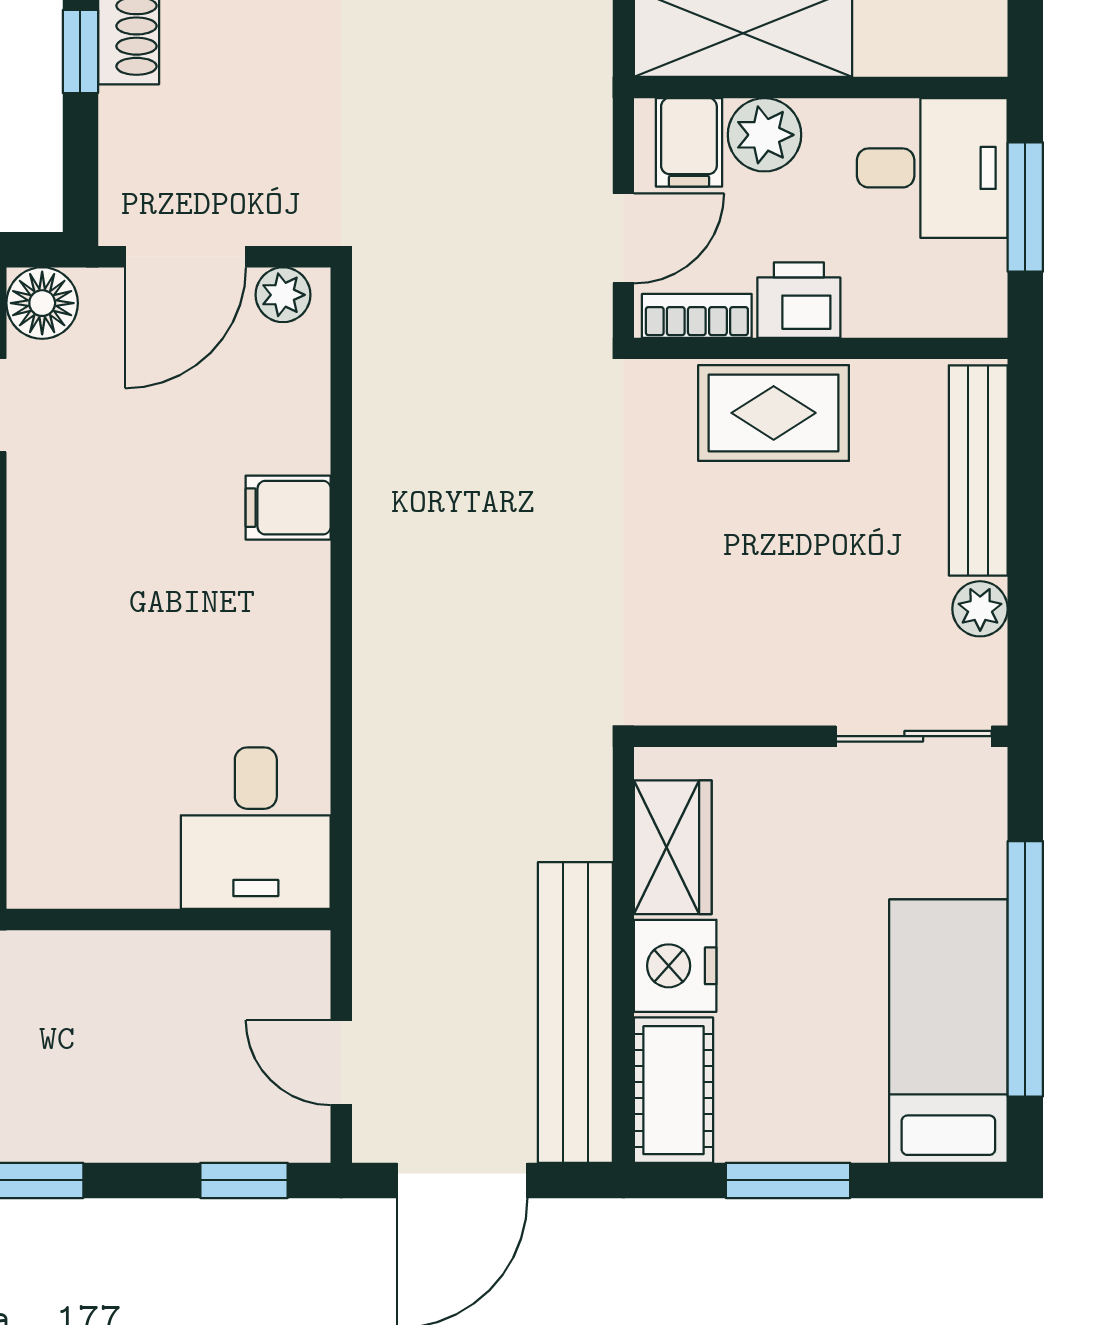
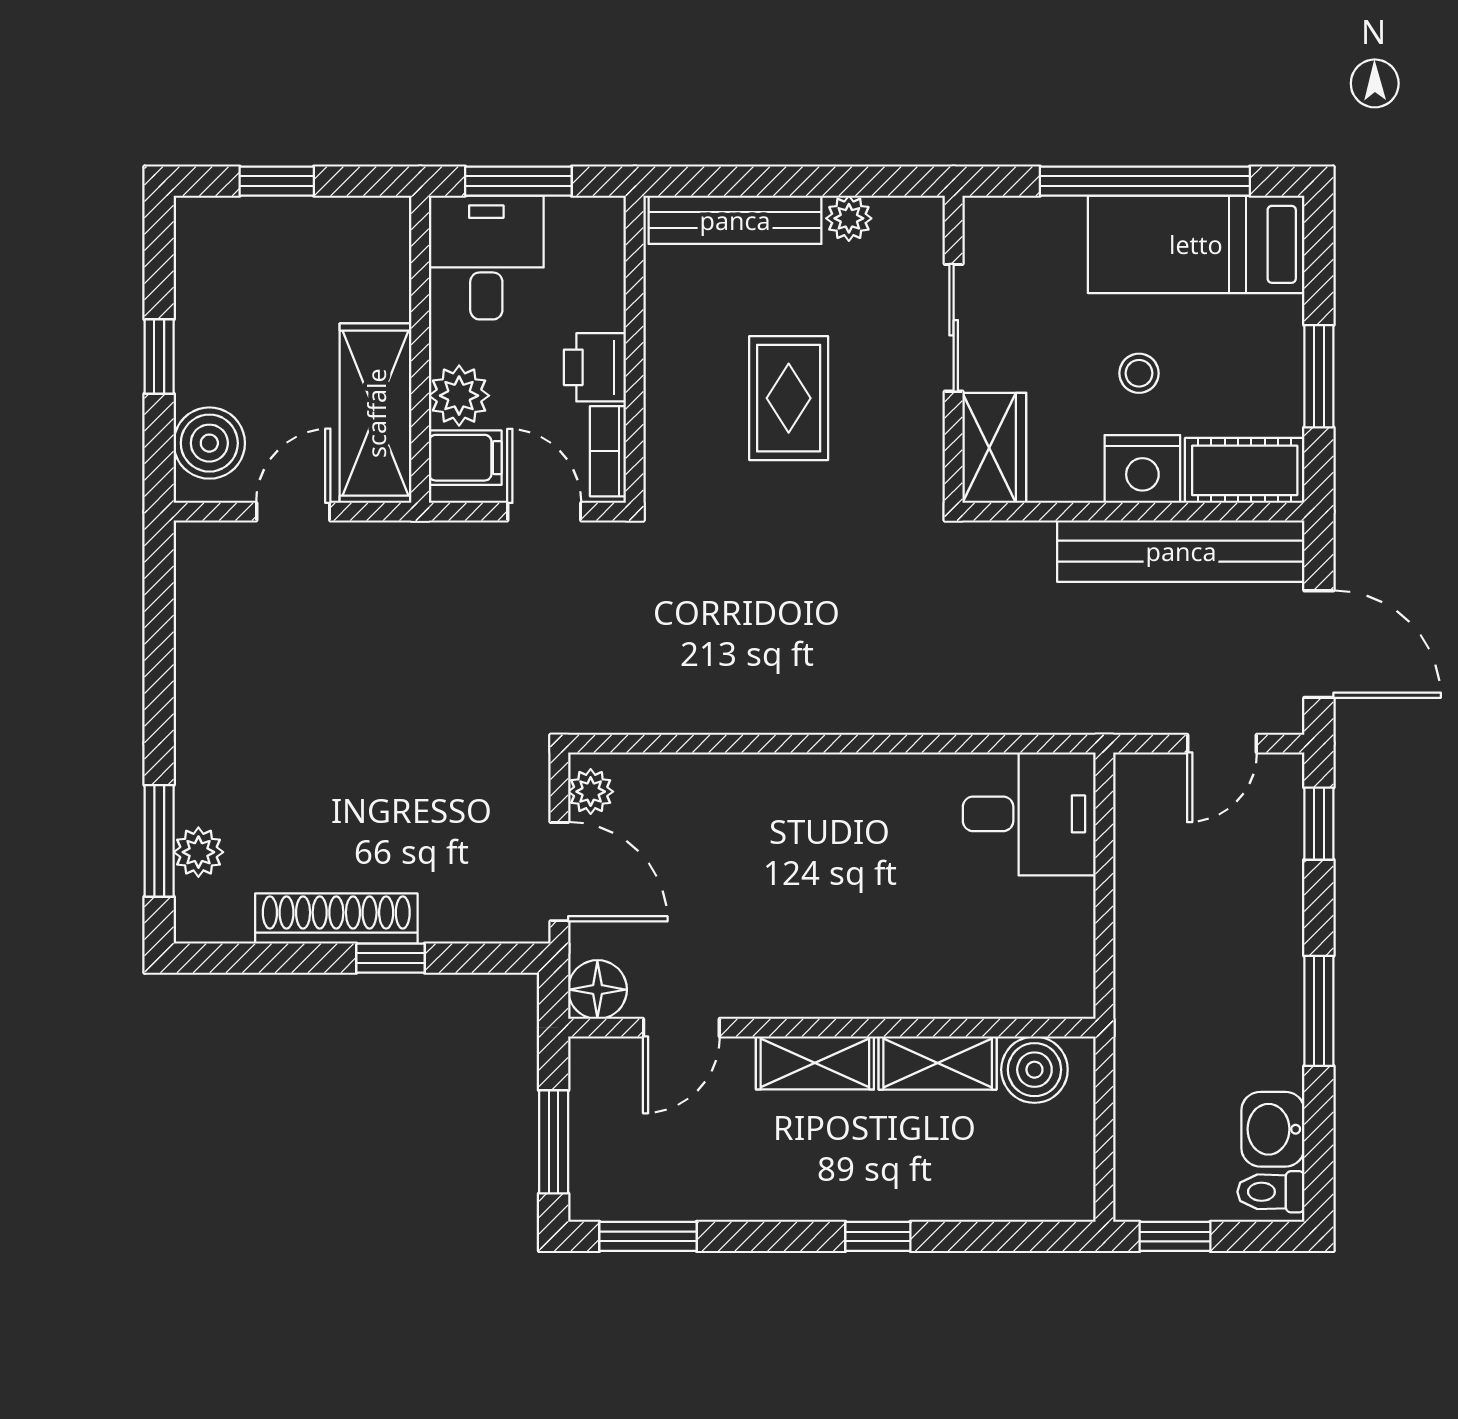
rug: (774, 413) -> (789, 398), moved
filing cabinet: (288, 508) -> (766, 787), removed
sliding door: (914, 736) -> (954, 328), moved
wardrobe: (673, 847) -> (994, 448), moved, turned 90
stool: (792, 962) -> (1139, 373), added

